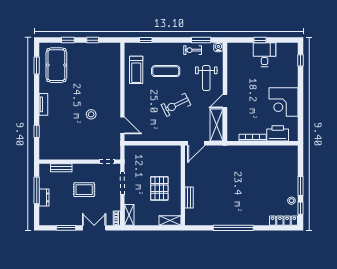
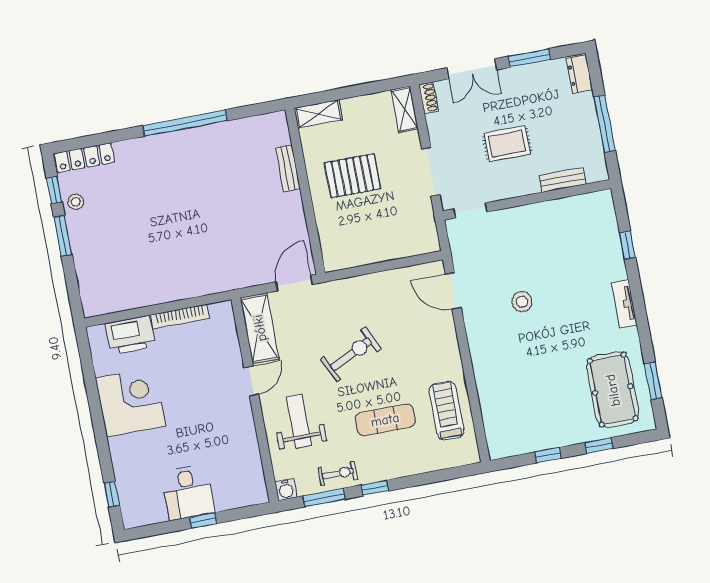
window: (146, 40) -> (375, 488), moved
pallet: (159, 188) -> (353, 176), turned 90
dresser: (44, 197) -> (579, 74), moved

